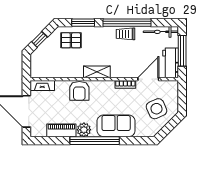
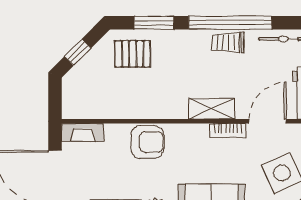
shelving: (97, 72) -> (212, 109), moved
armchair: (79, 91) -> (147, 142), turned -90

